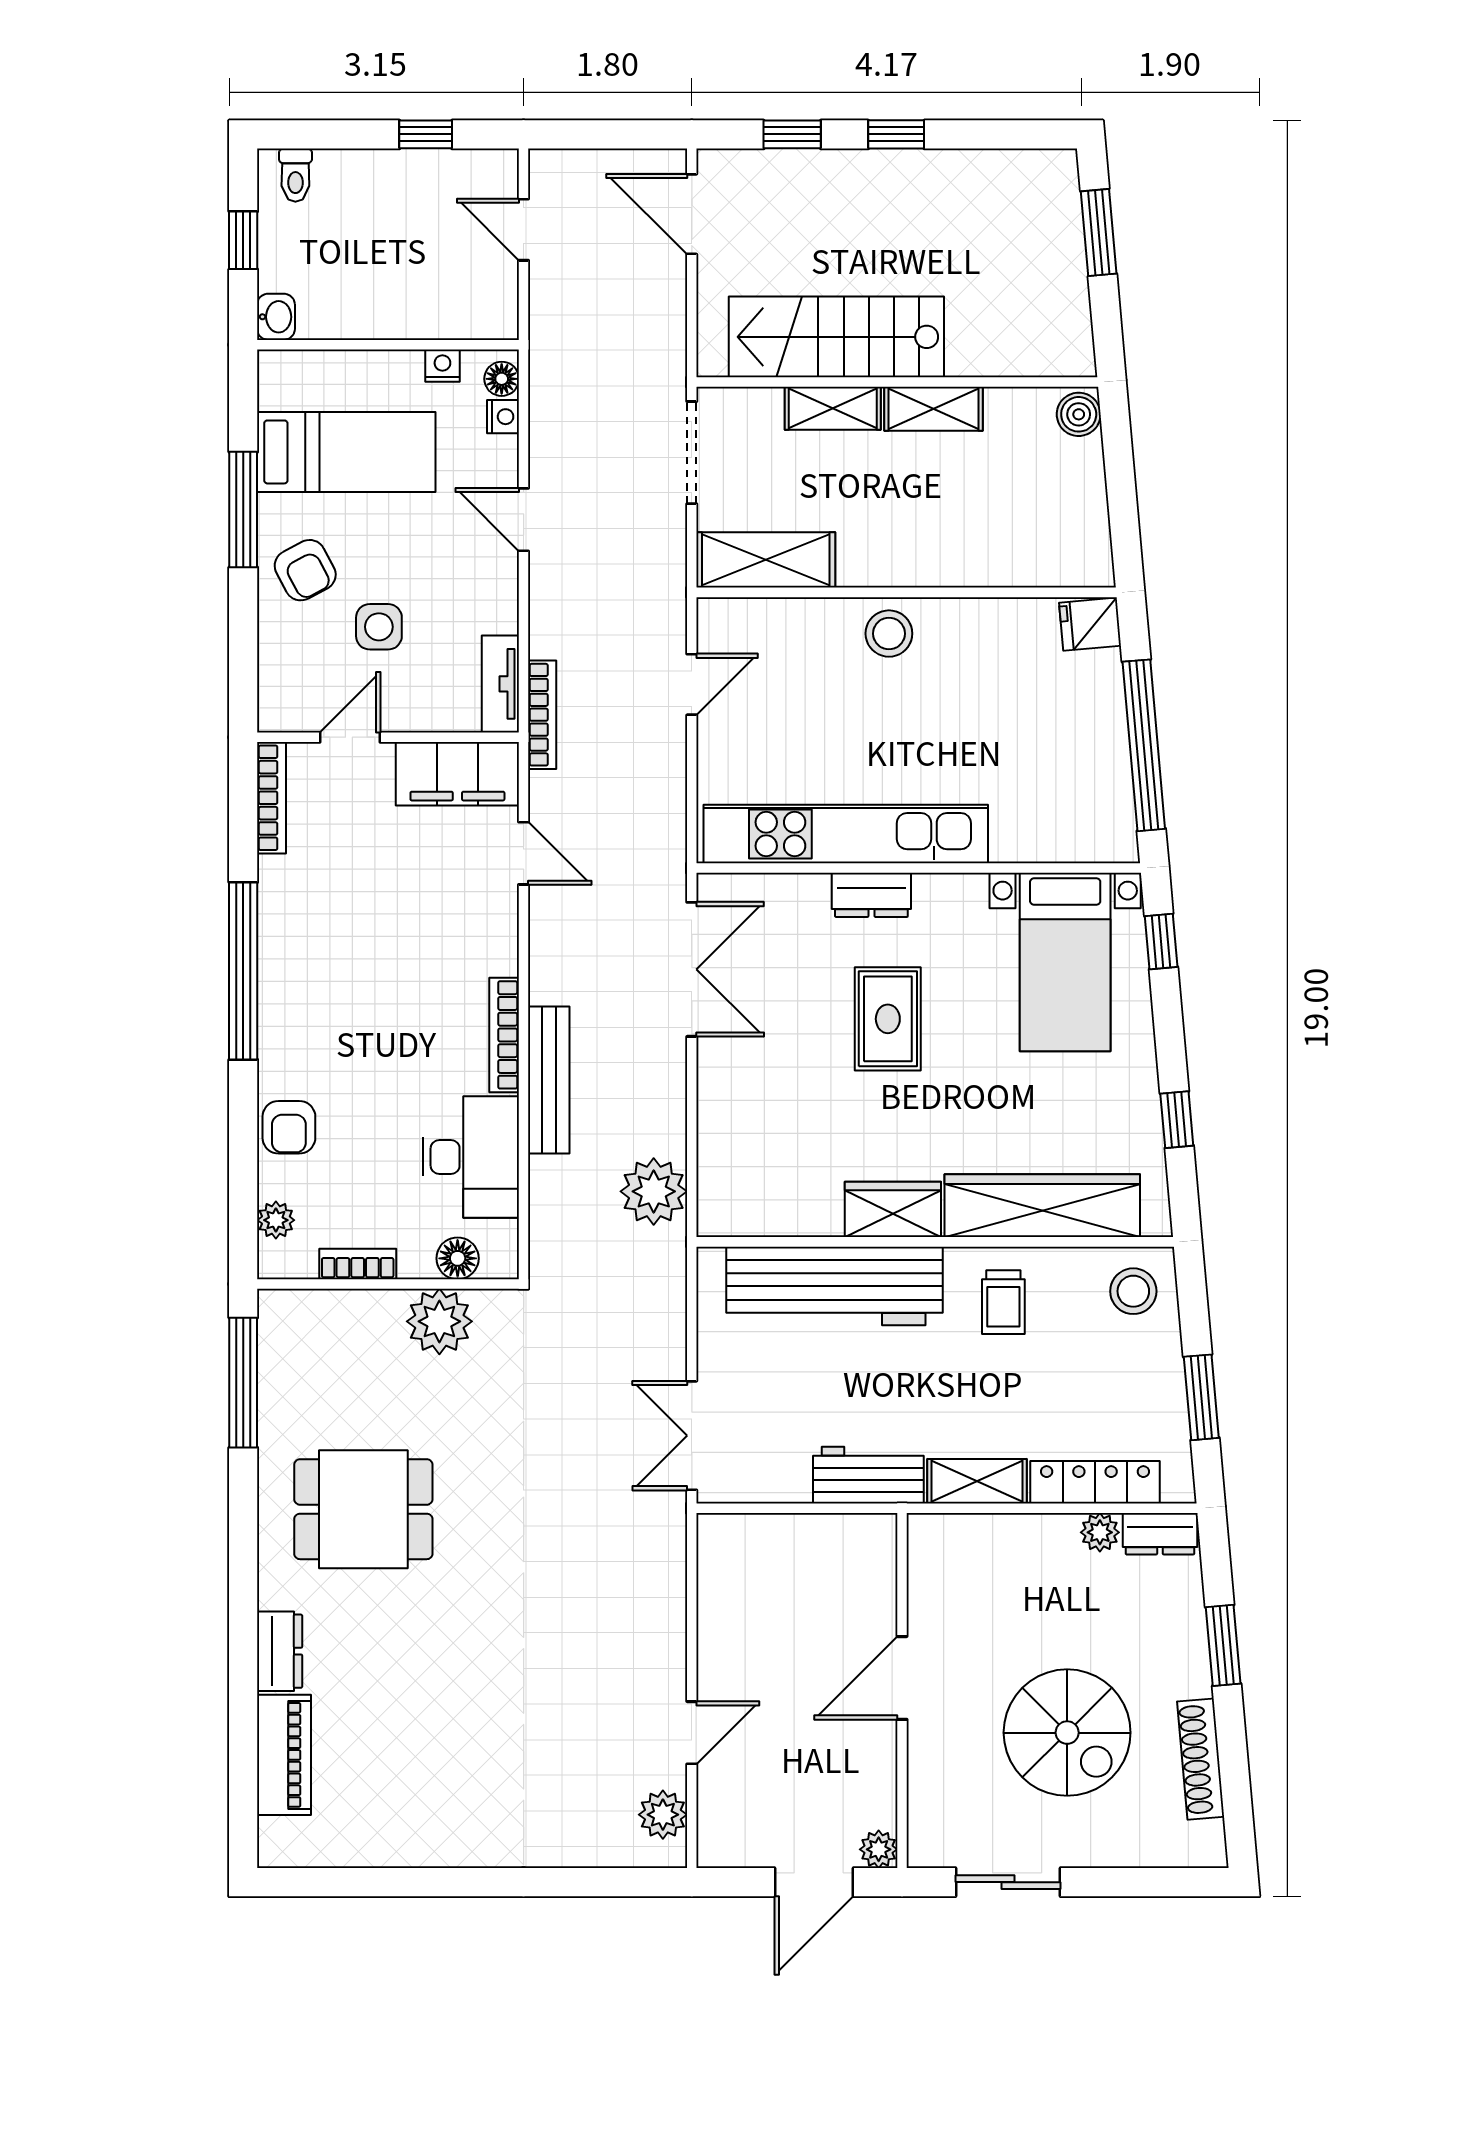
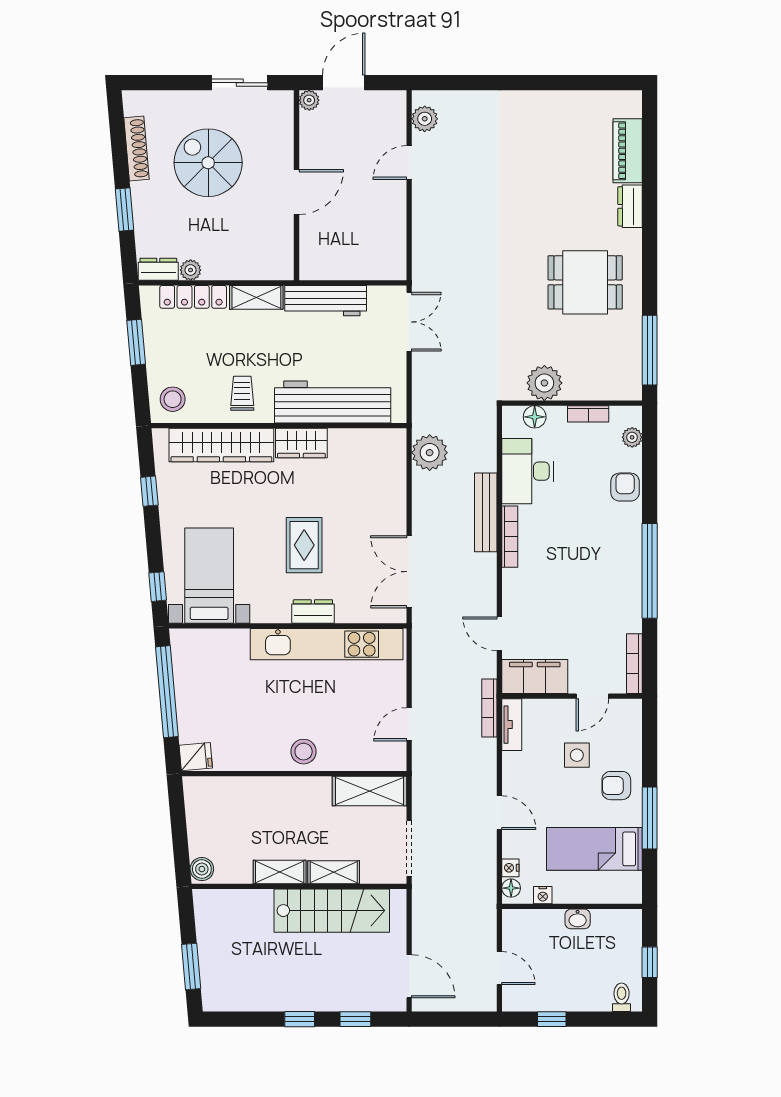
washbasin: (276, 317) -> (578, 919), moved, turned -90
armchair: (305, 570) -> (616, 786), turned -62
workbench: (868, 1475) -> (326, 301), width x1.38

